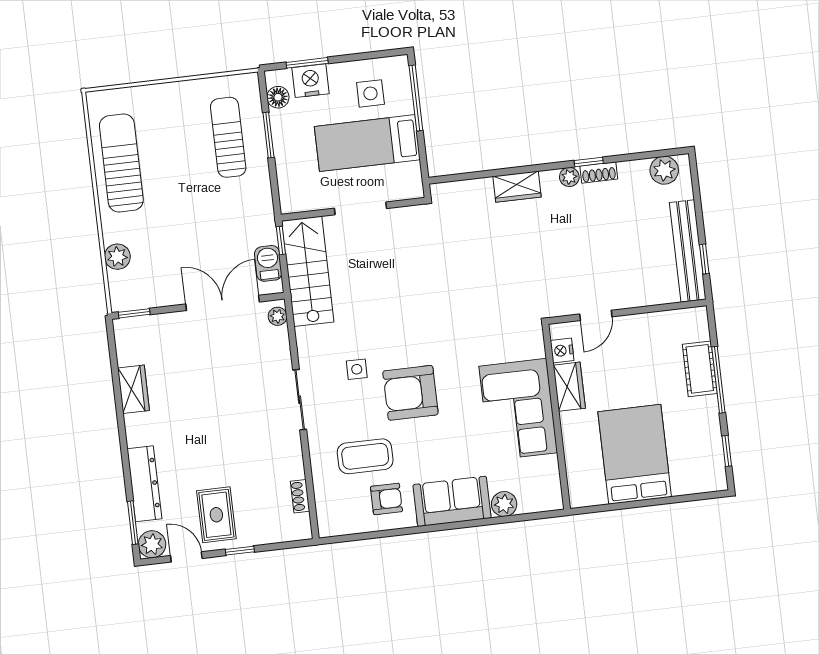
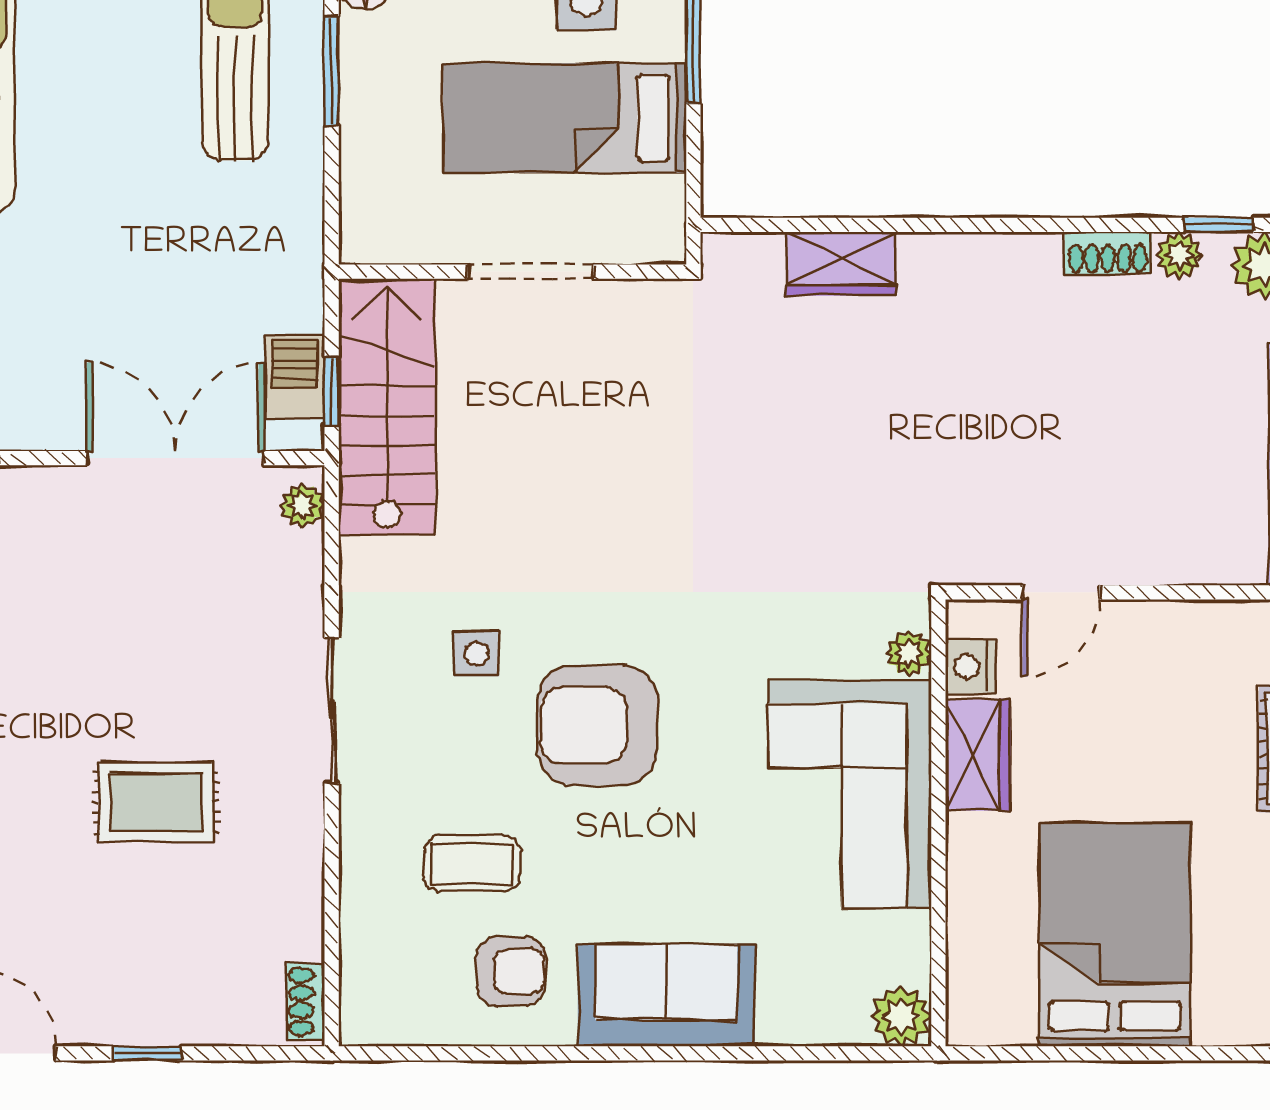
window: (589, 162) -> (1219, 225), moved
plant: (569, 177) -> (1179, 255), moved
wardrobe: (517, 187) -> (841, 264), moved
window: (281, 240) -> (332, 391), moved
plant: (536, 348) -> (909, 653), added
coffee table: (365, 456) -> (472, 863), width x0.73, depth x0.77
shoe rack: (300, 496) -> (306, 1002), moved
plant: (504, 504) -> (901, 1016), moved
rug: (216, 515) -> (156, 802), moved, turned 90

